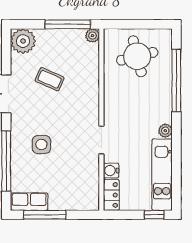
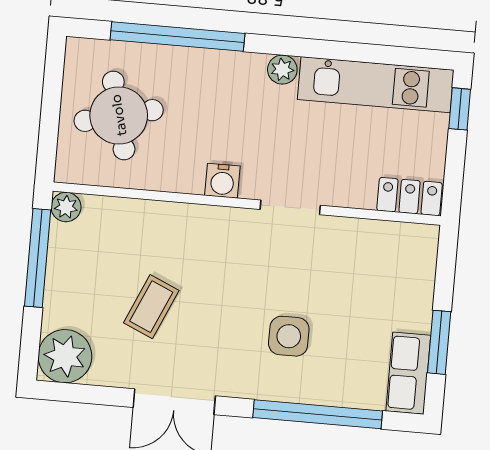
water cooler: (111, 171) -> (222, 181), moved
window: (45, 215) -> (439, 342), width x0.69

